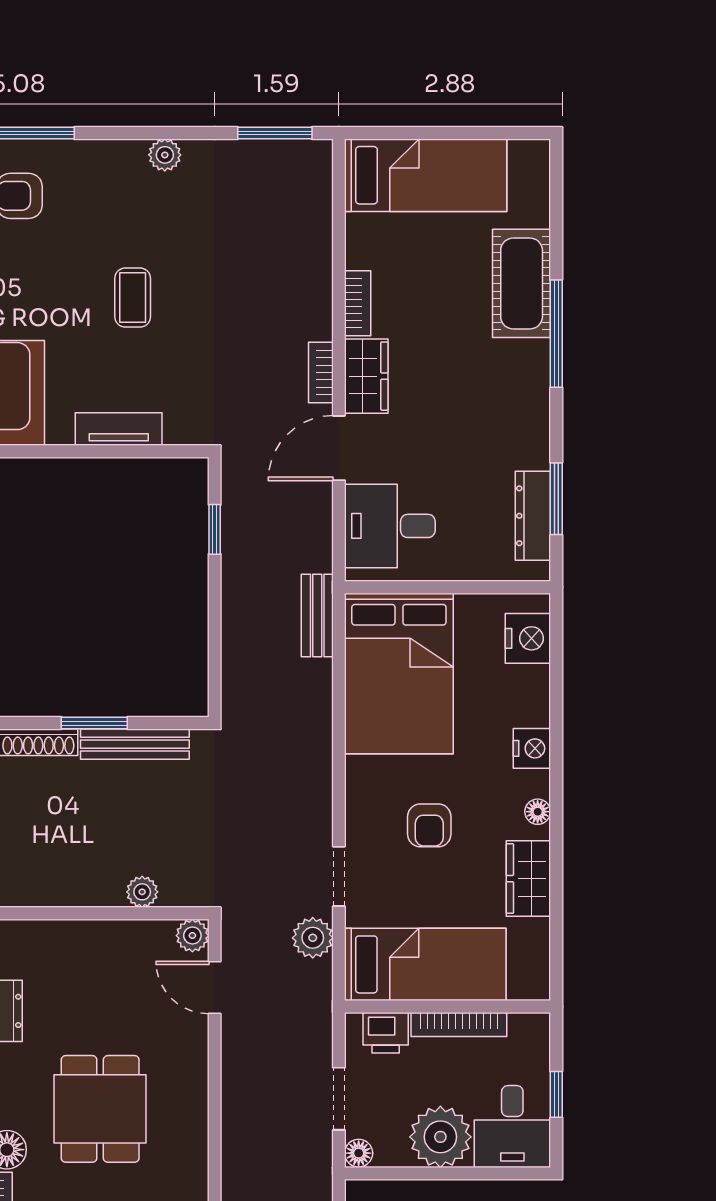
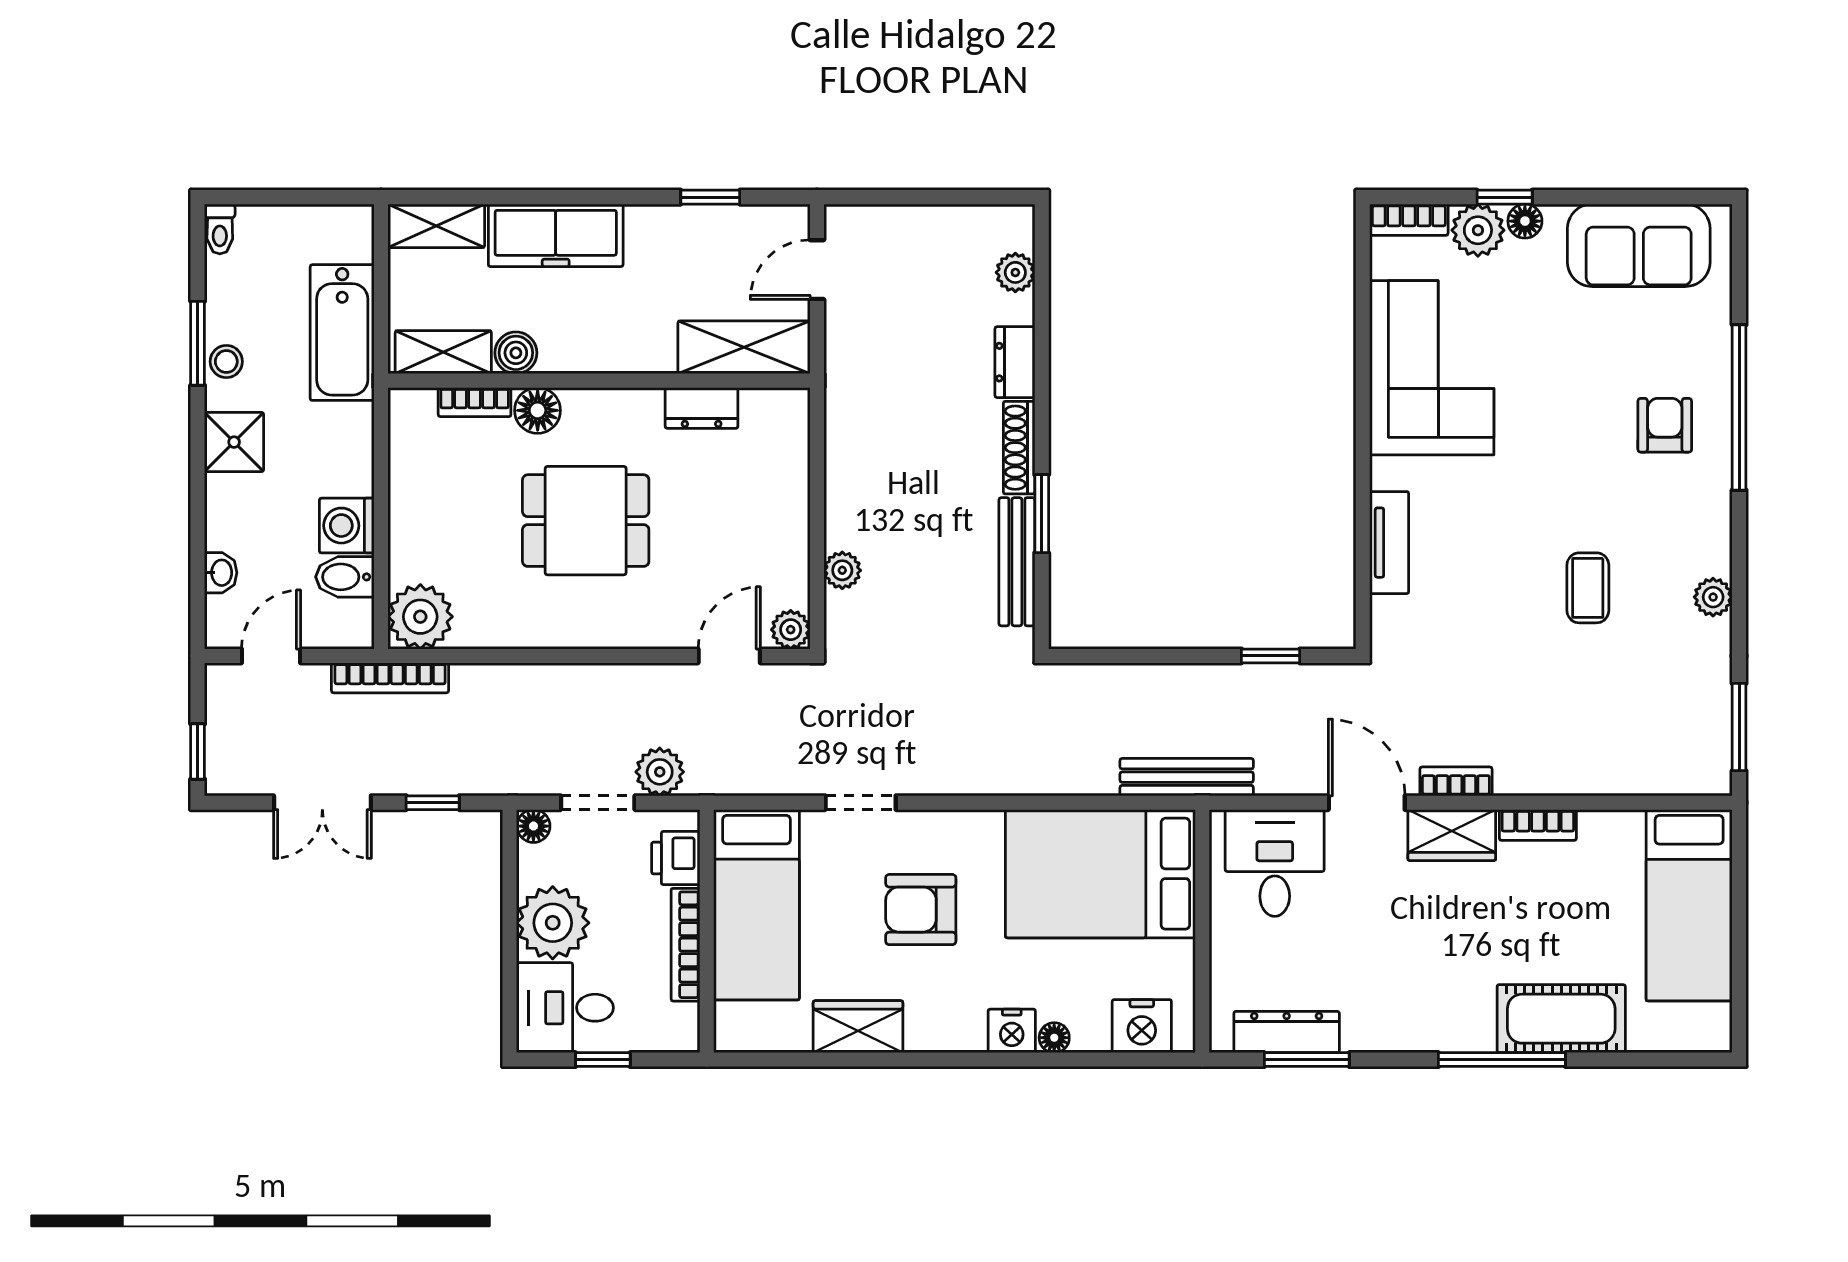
coffee table: (133, 298) -> (1588, 588), moved, turned 90
bench: (317, 615) -> (1187, 777), width x1.36
floor lamp: (538, 812) -> (1054, 1038), moved
armchair: (429, 825) -> (921, 910), width x1.38, depth x1.38
plant: (313, 938) -> (660, 772), moved

